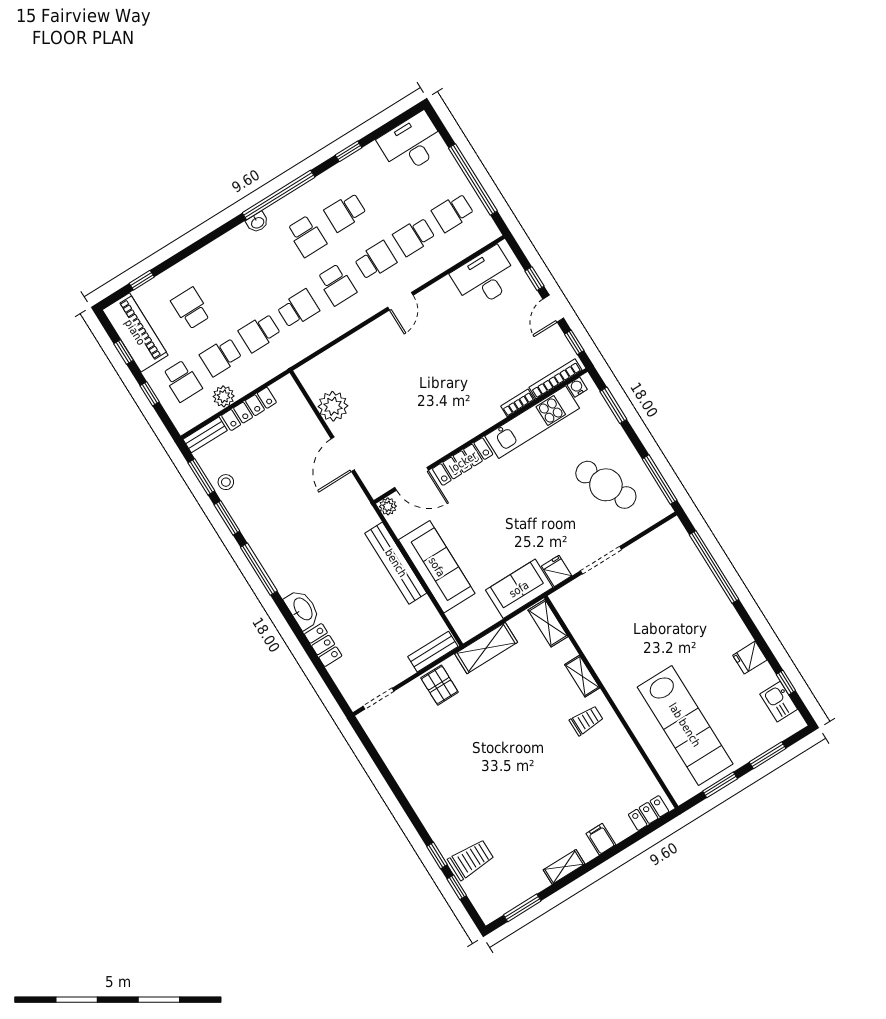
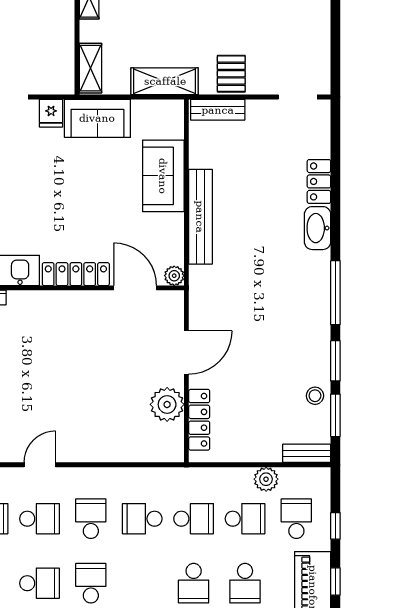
school desk: (375, 261) -> (39, 519), turned 180
school desk: (229, 284) -> (194, 583), added
locker: (249, 409) -> (199, 420), moved, turned 90
sofa: (437, 567) -> (163, 176), width x0.73

